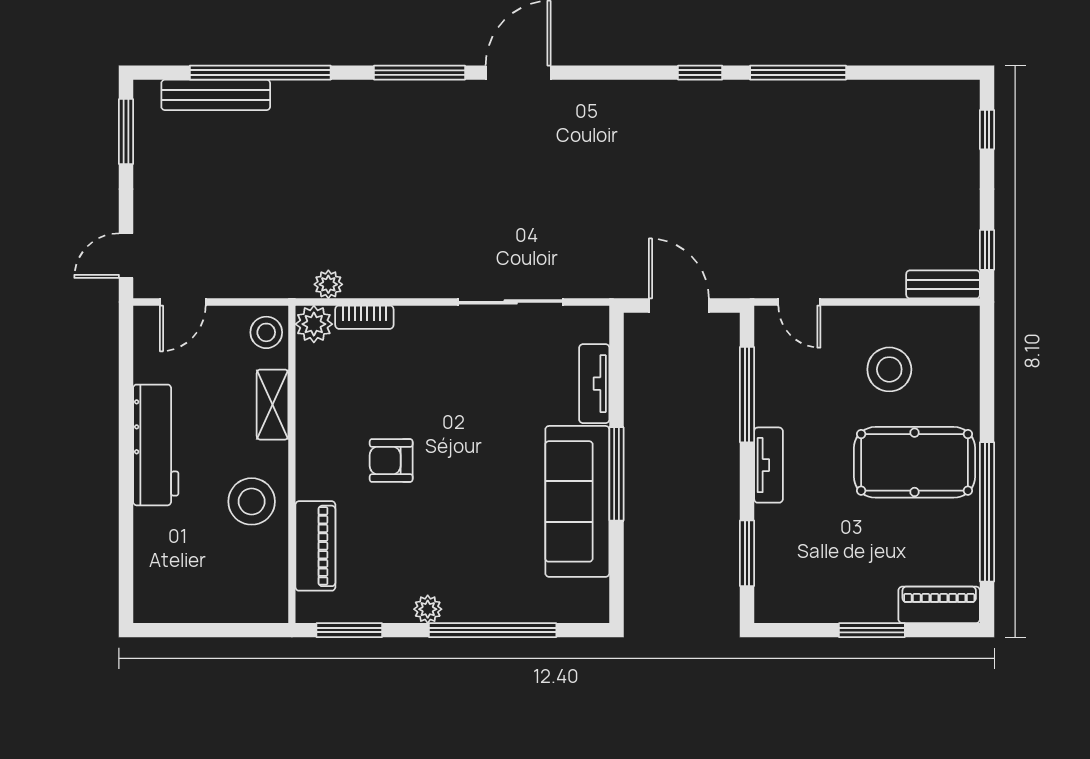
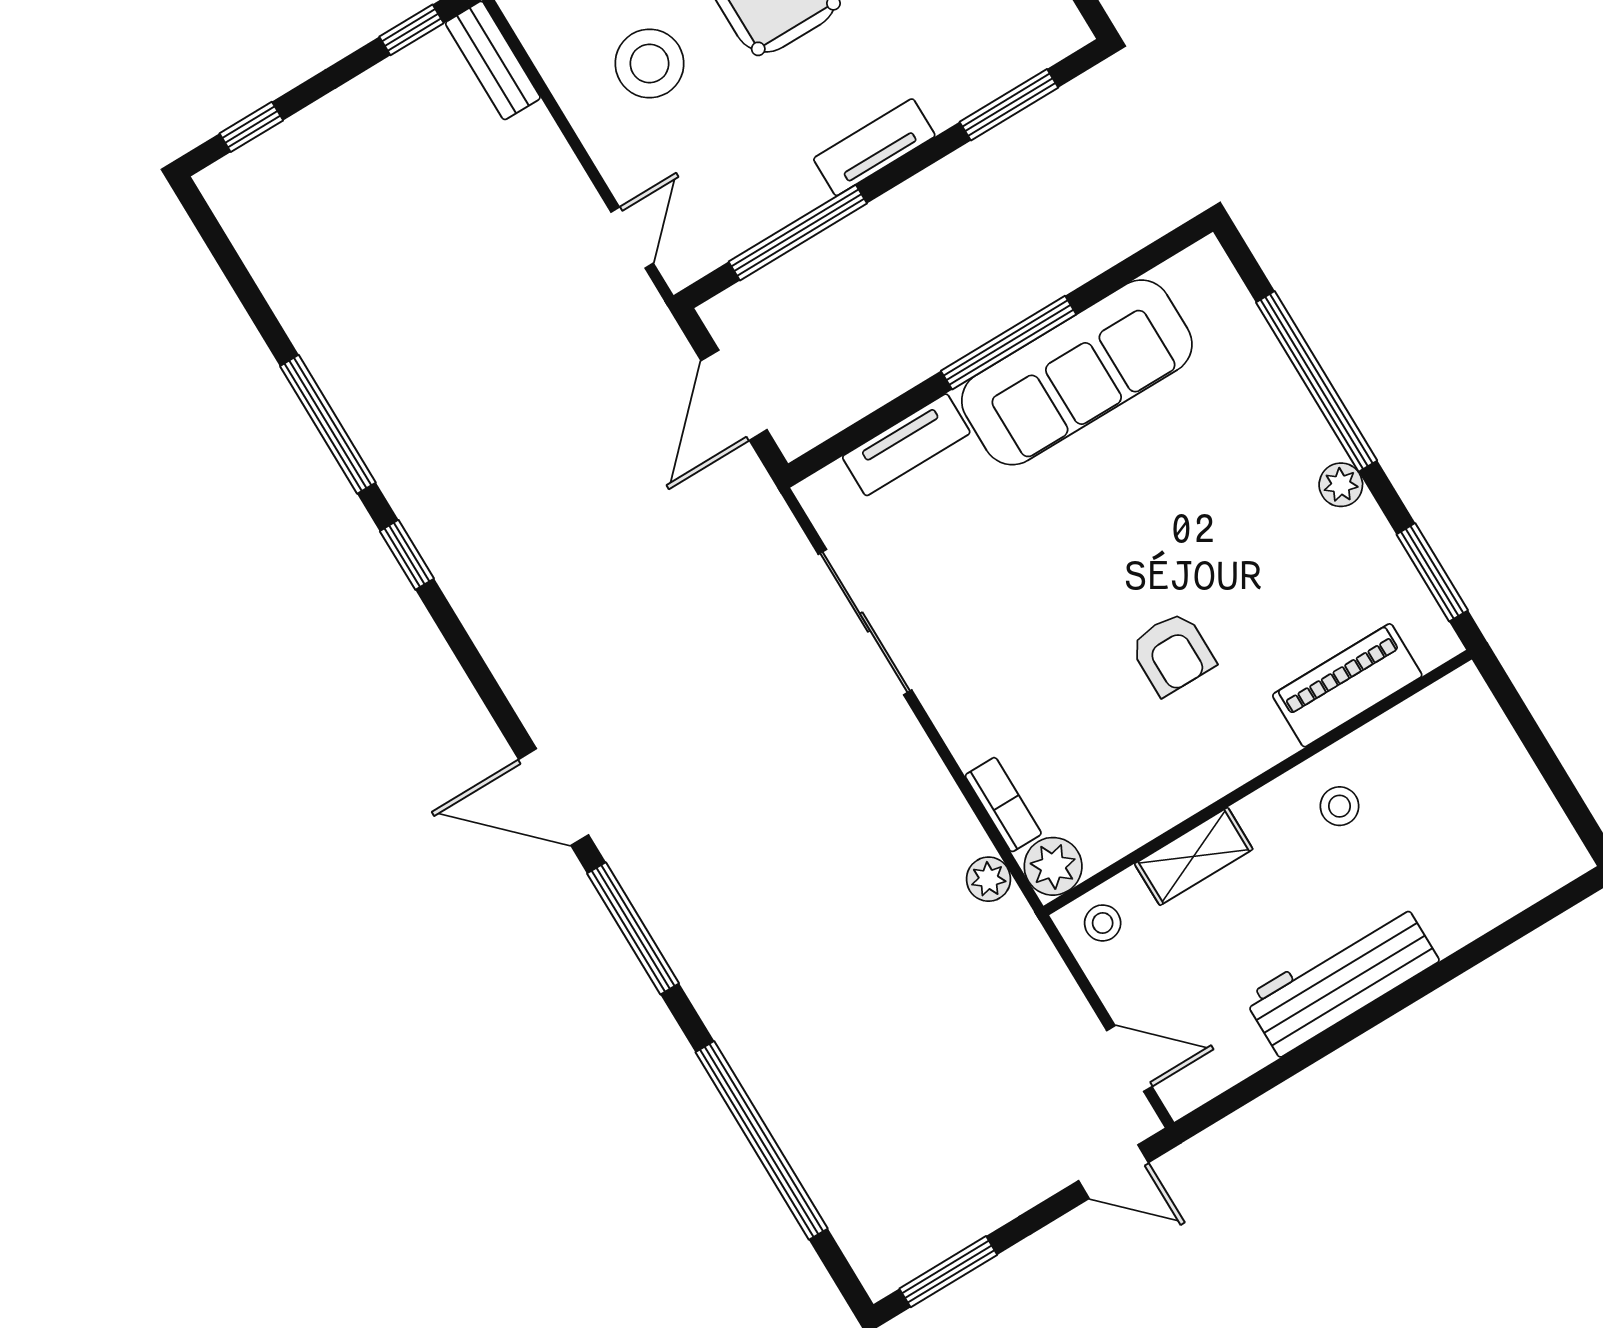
bench: (216, 95) -> (827, 1182), removed
stool: (266, 332) -> (1103, 923), width x0.73, depth x0.73
stool: (252, 501) -> (1340, 806), width x0.53, depth x0.53

